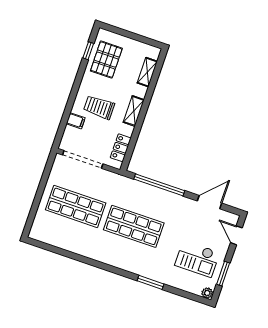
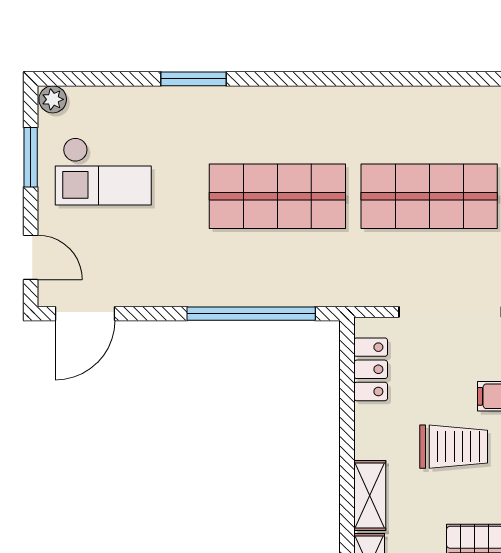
shelving: (134, 111) -> (370, 495), moved
door: (210, 202) -> (85, 314), moved
checkout: (197, 259) -> (103, 171), turned 180

